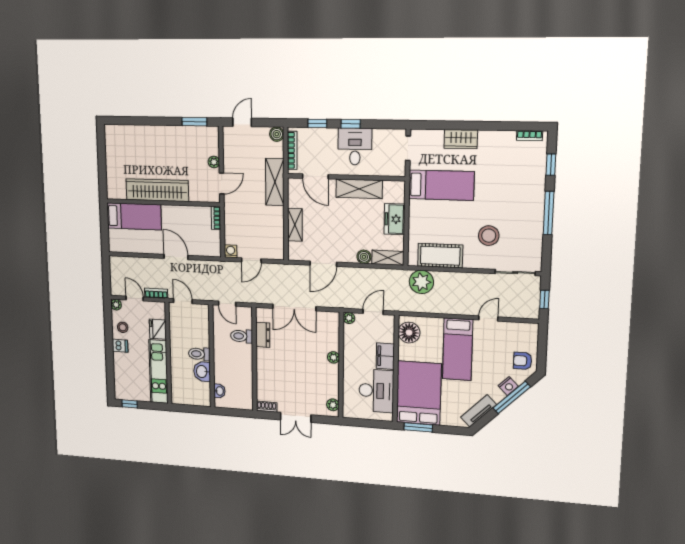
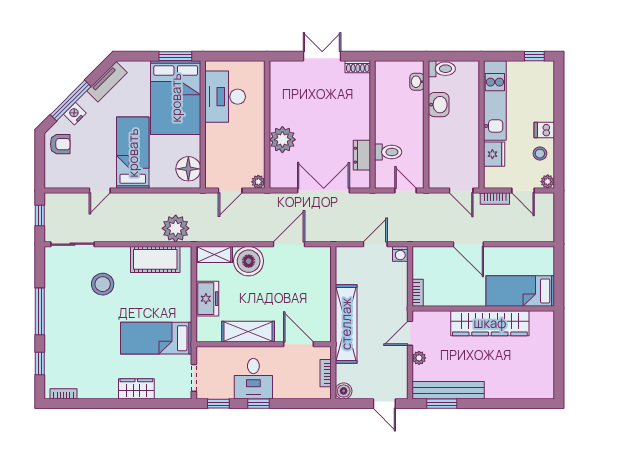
door: (242, 122) -> (384, 404), hinge flipped
window: (317, 123) -> (218, 404), moved
bench: (189, 133) -> (448, 390), added
bookcase: (292, 150) -> (326, 373), width x0.64
shelving: (275, 182) -> (346, 324), width x1.47
shelving: (295, 225) -> (323, 288), removed
boiler: (364, 257) -> (249, 261), width x1.86, depth x1.86
toilet: (199, 354) -> (442, 69), moved
filing cabinet: (385, 356) -> (215, 139), removed
plant: (333, 357) -> (282, 140), width x1.88, depth x1.88
plant: (333, 405) -> (277, 75), removed

